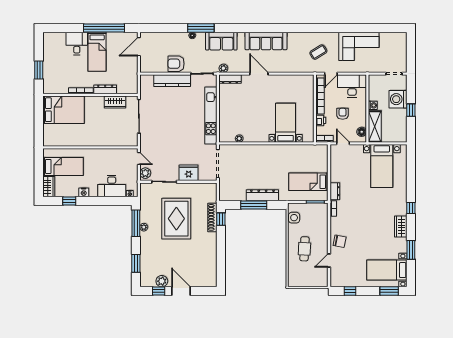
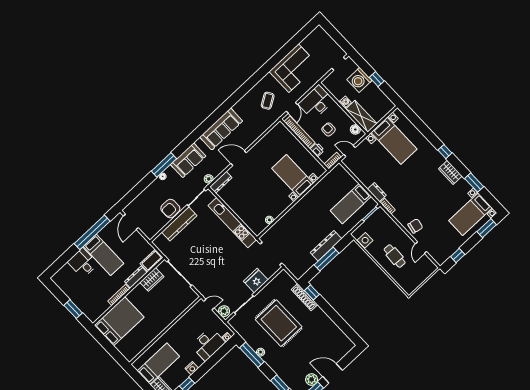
cot: (128, 88) -> (152, 261), added

